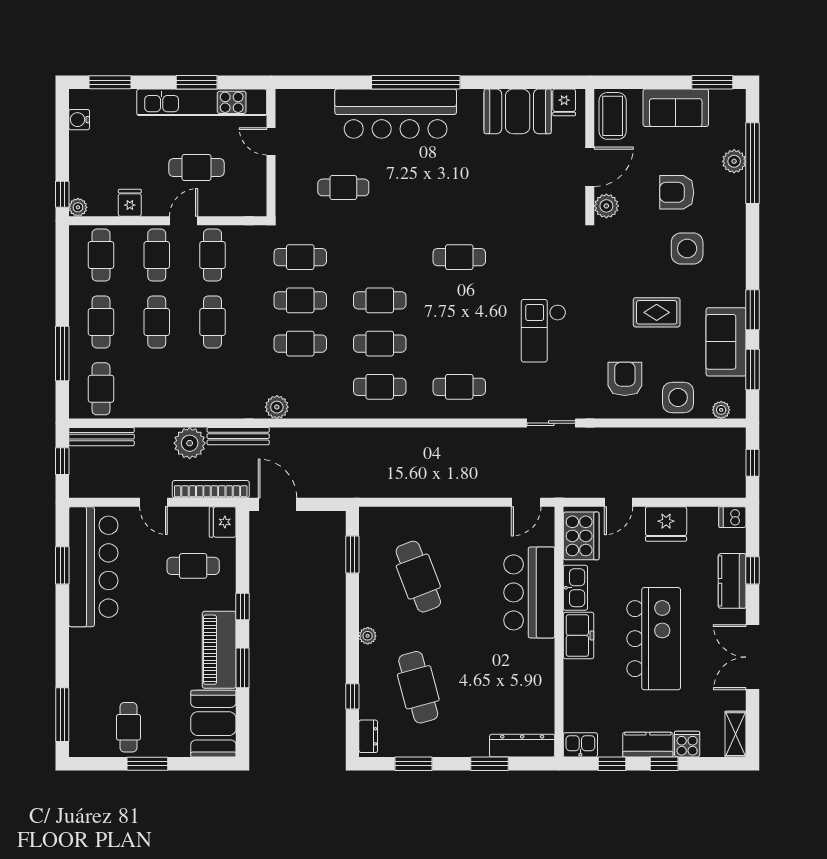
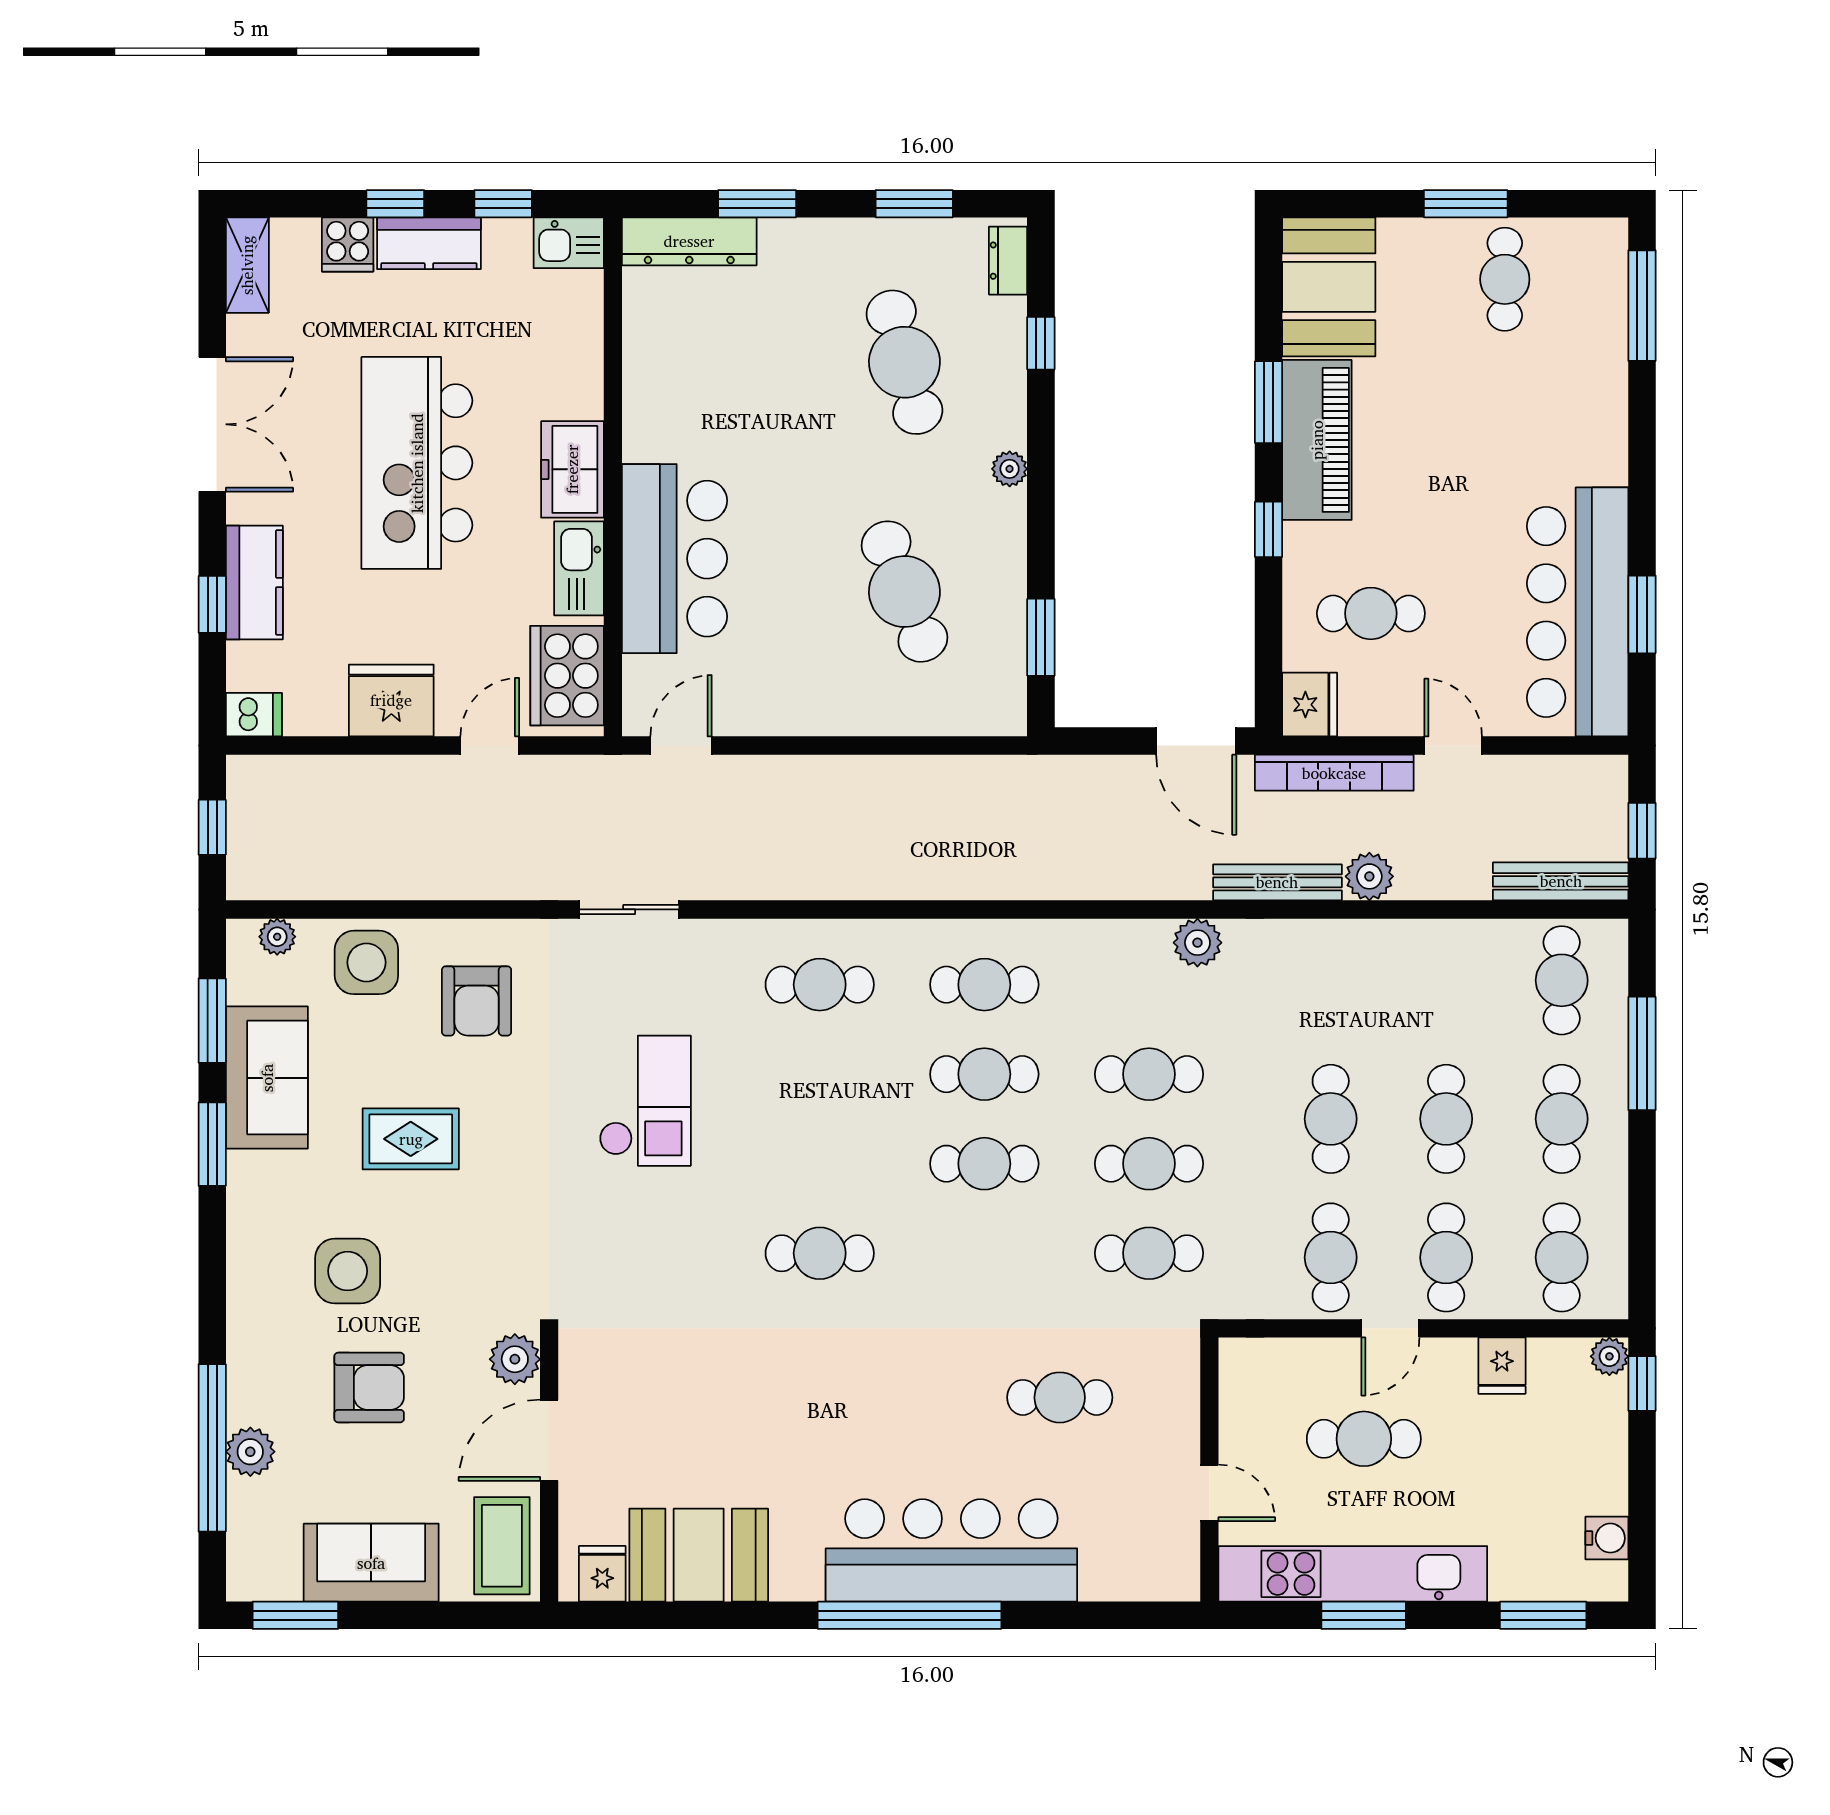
plant: (190, 443) -> (1369, 876), width x0.73, depth x0.73

